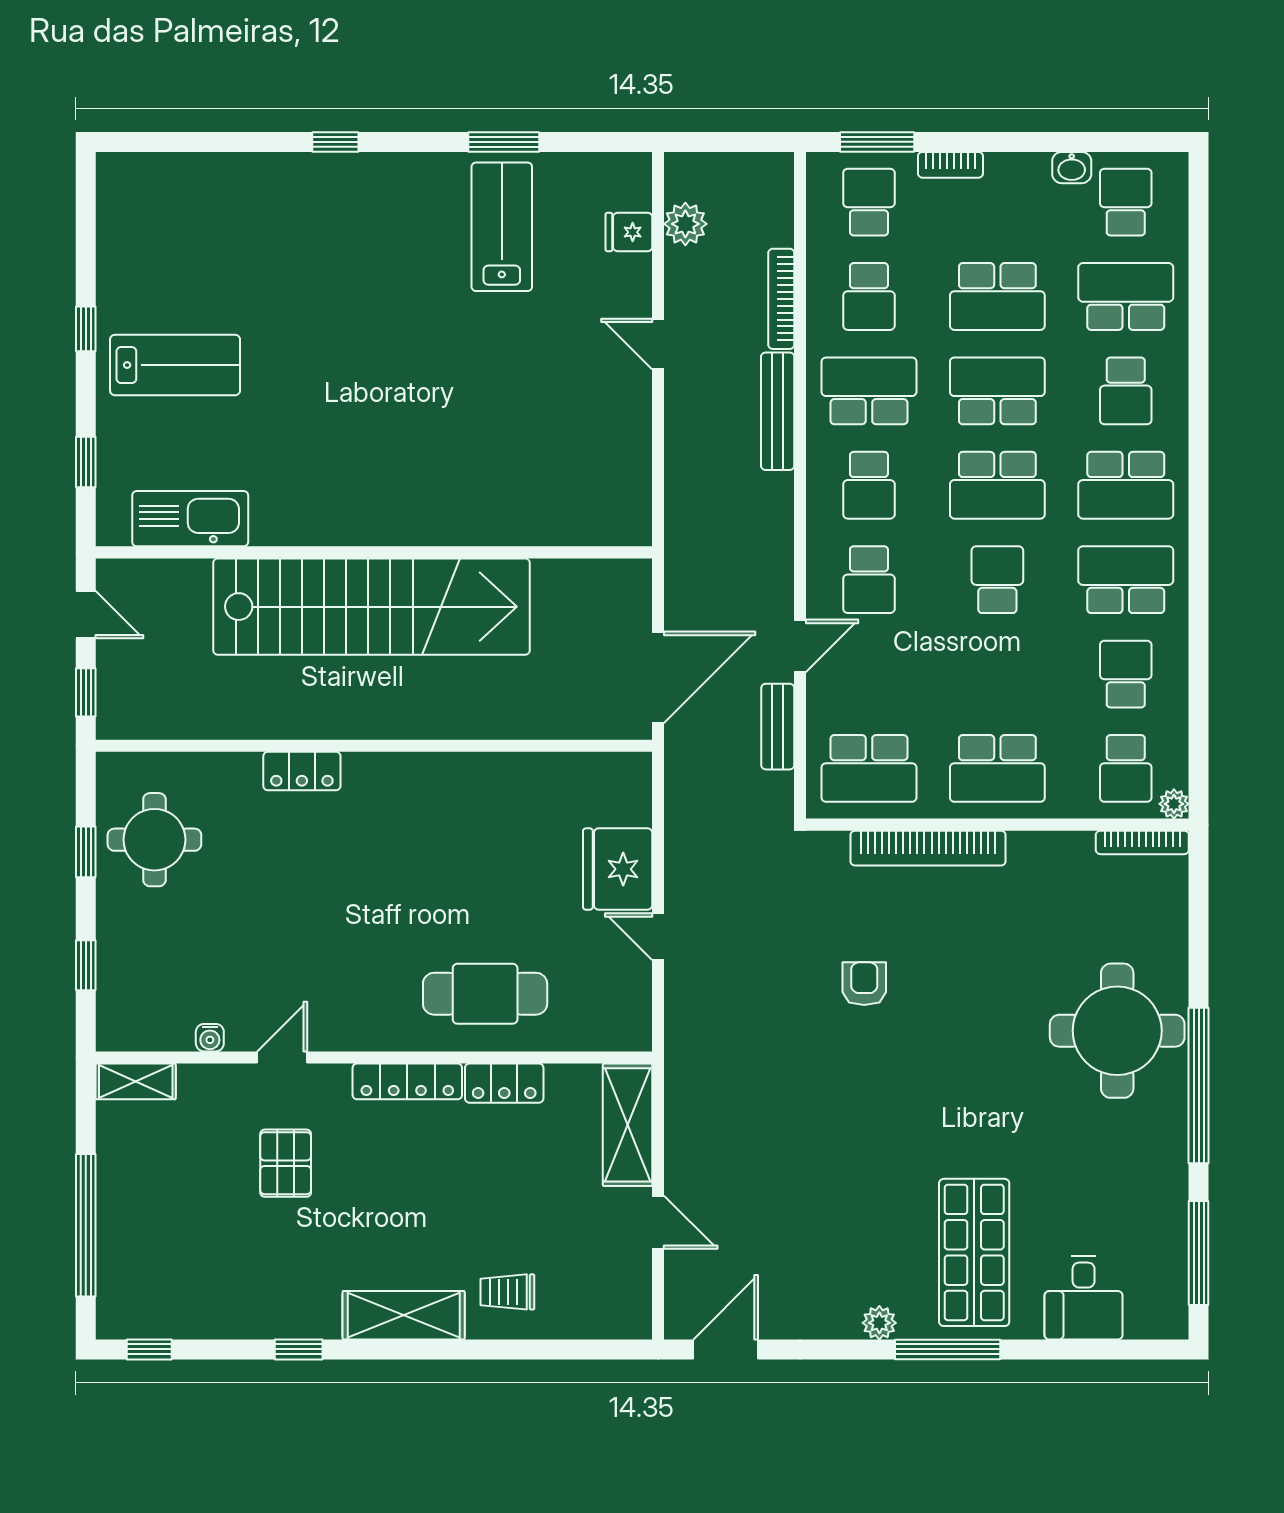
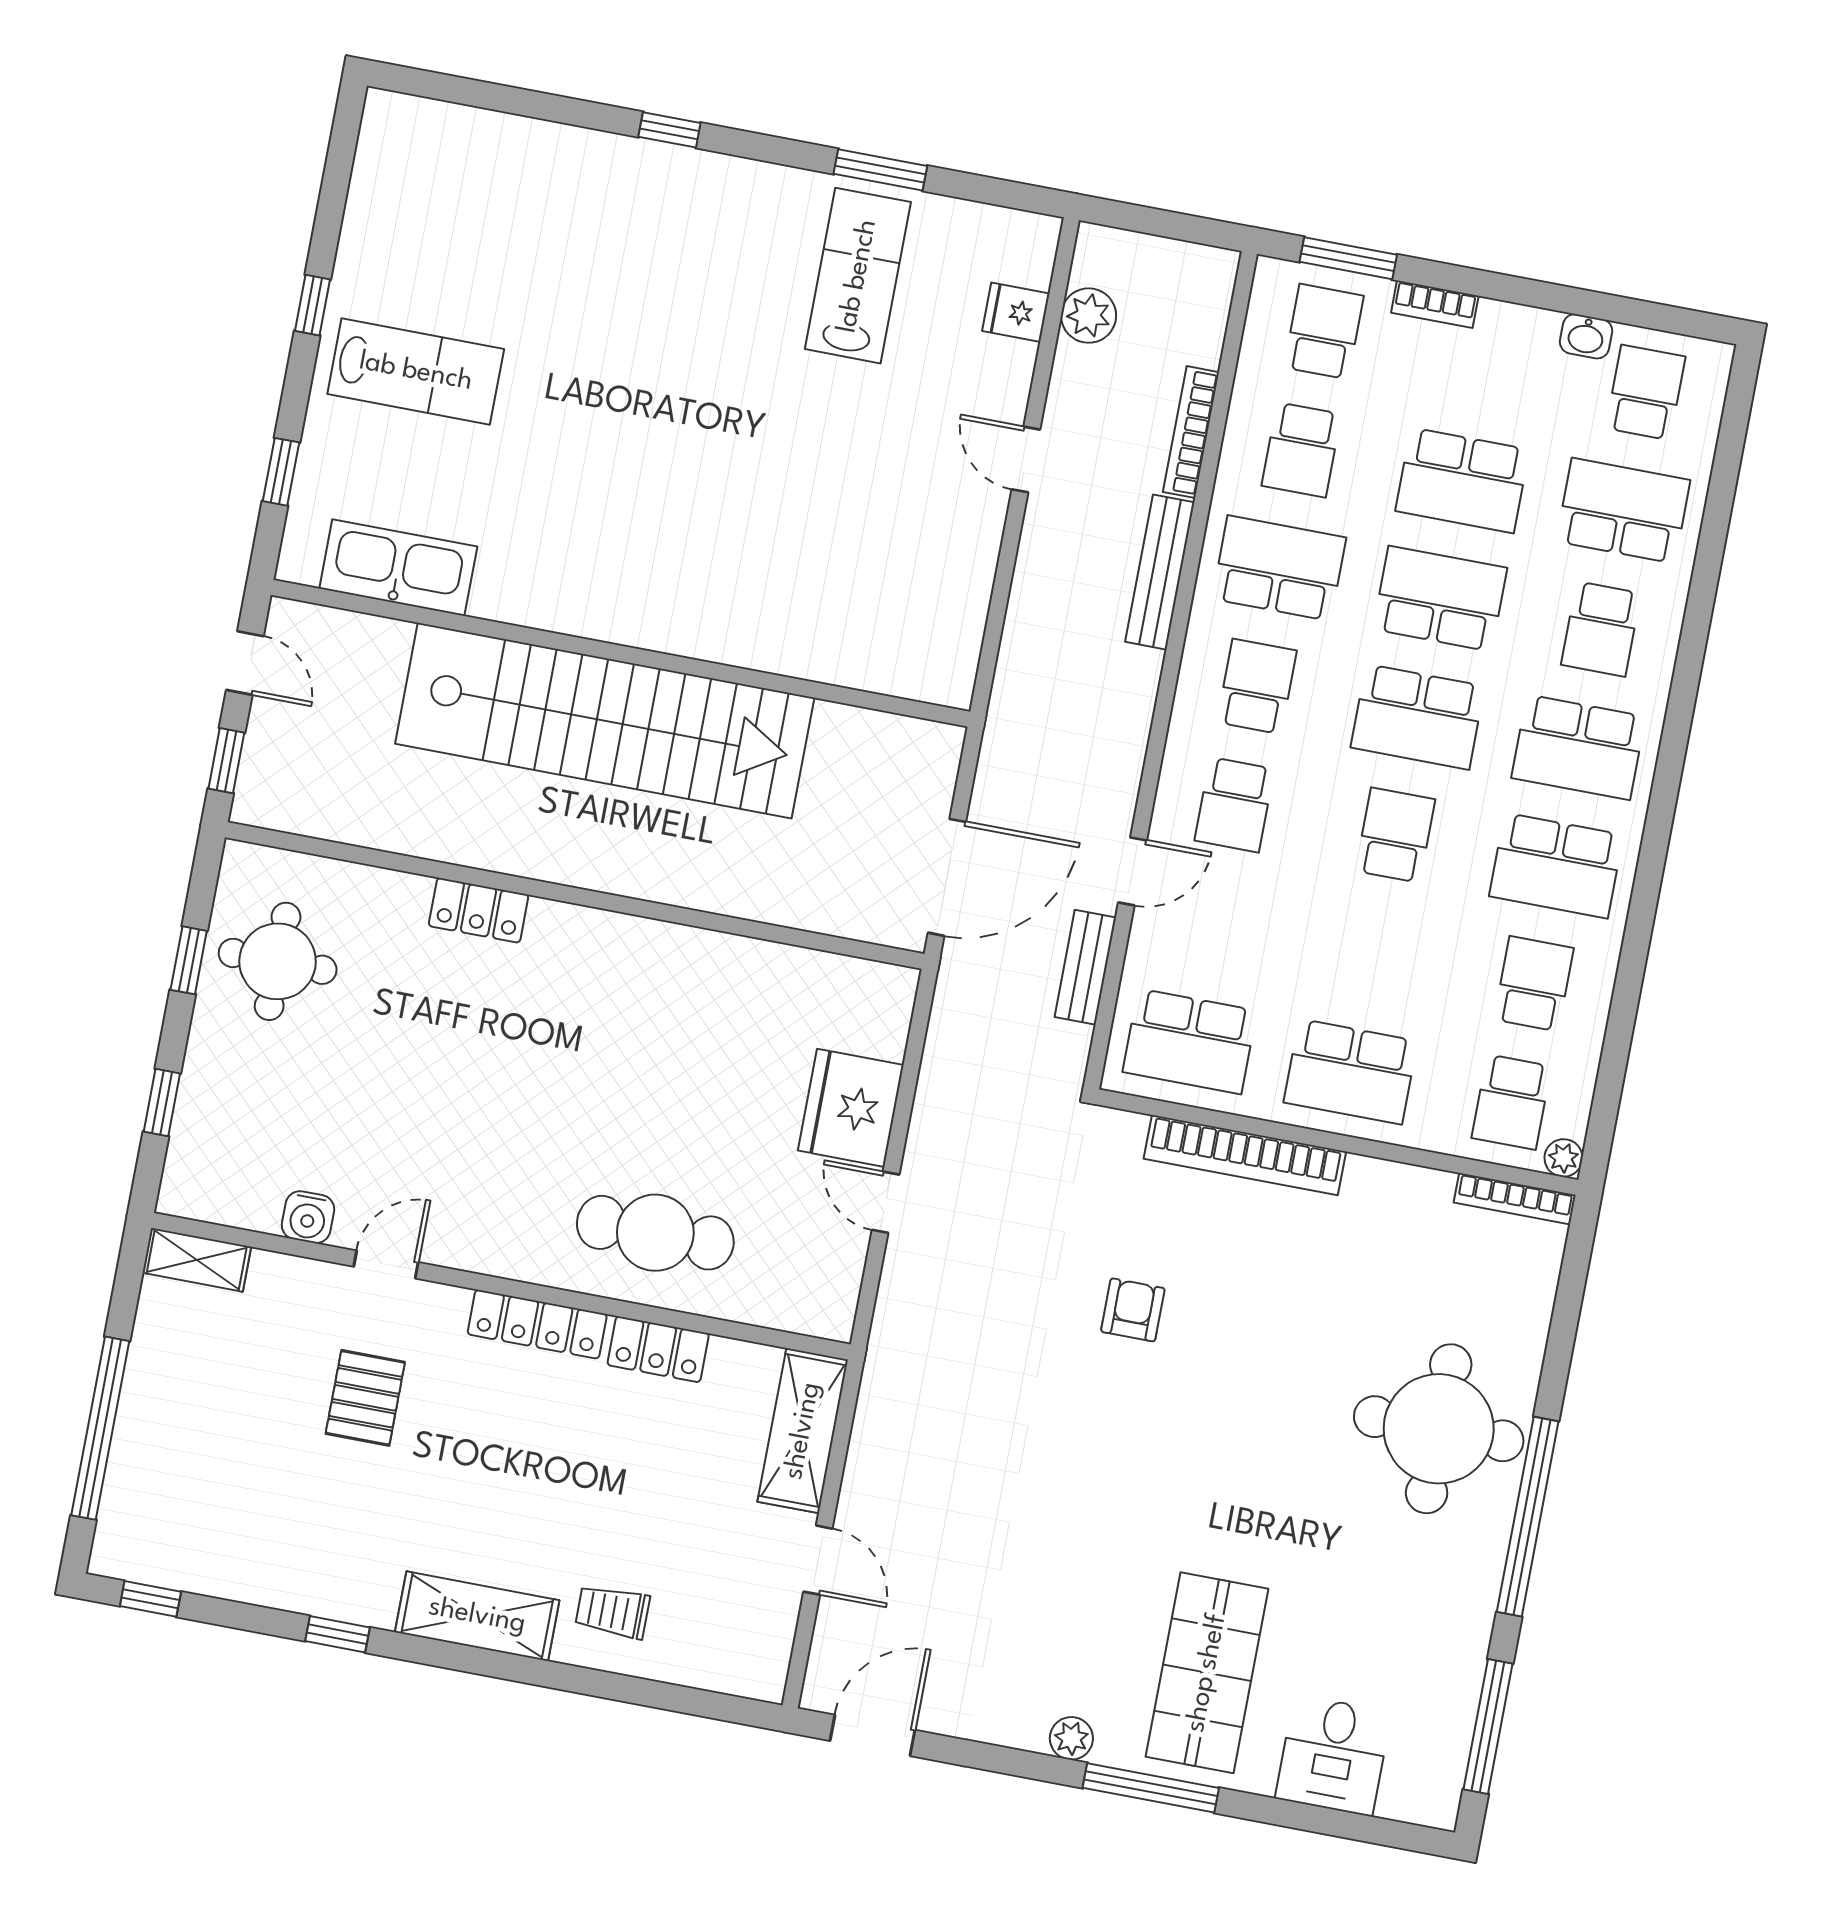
school desk: (869, 485) -> (1257, 686), turned 180
school desk: (1126, 580) -> (1556, 866), turned 180
water cooler: (210, 1038) -> (308, 1217), width x1.38, depth x1.38

